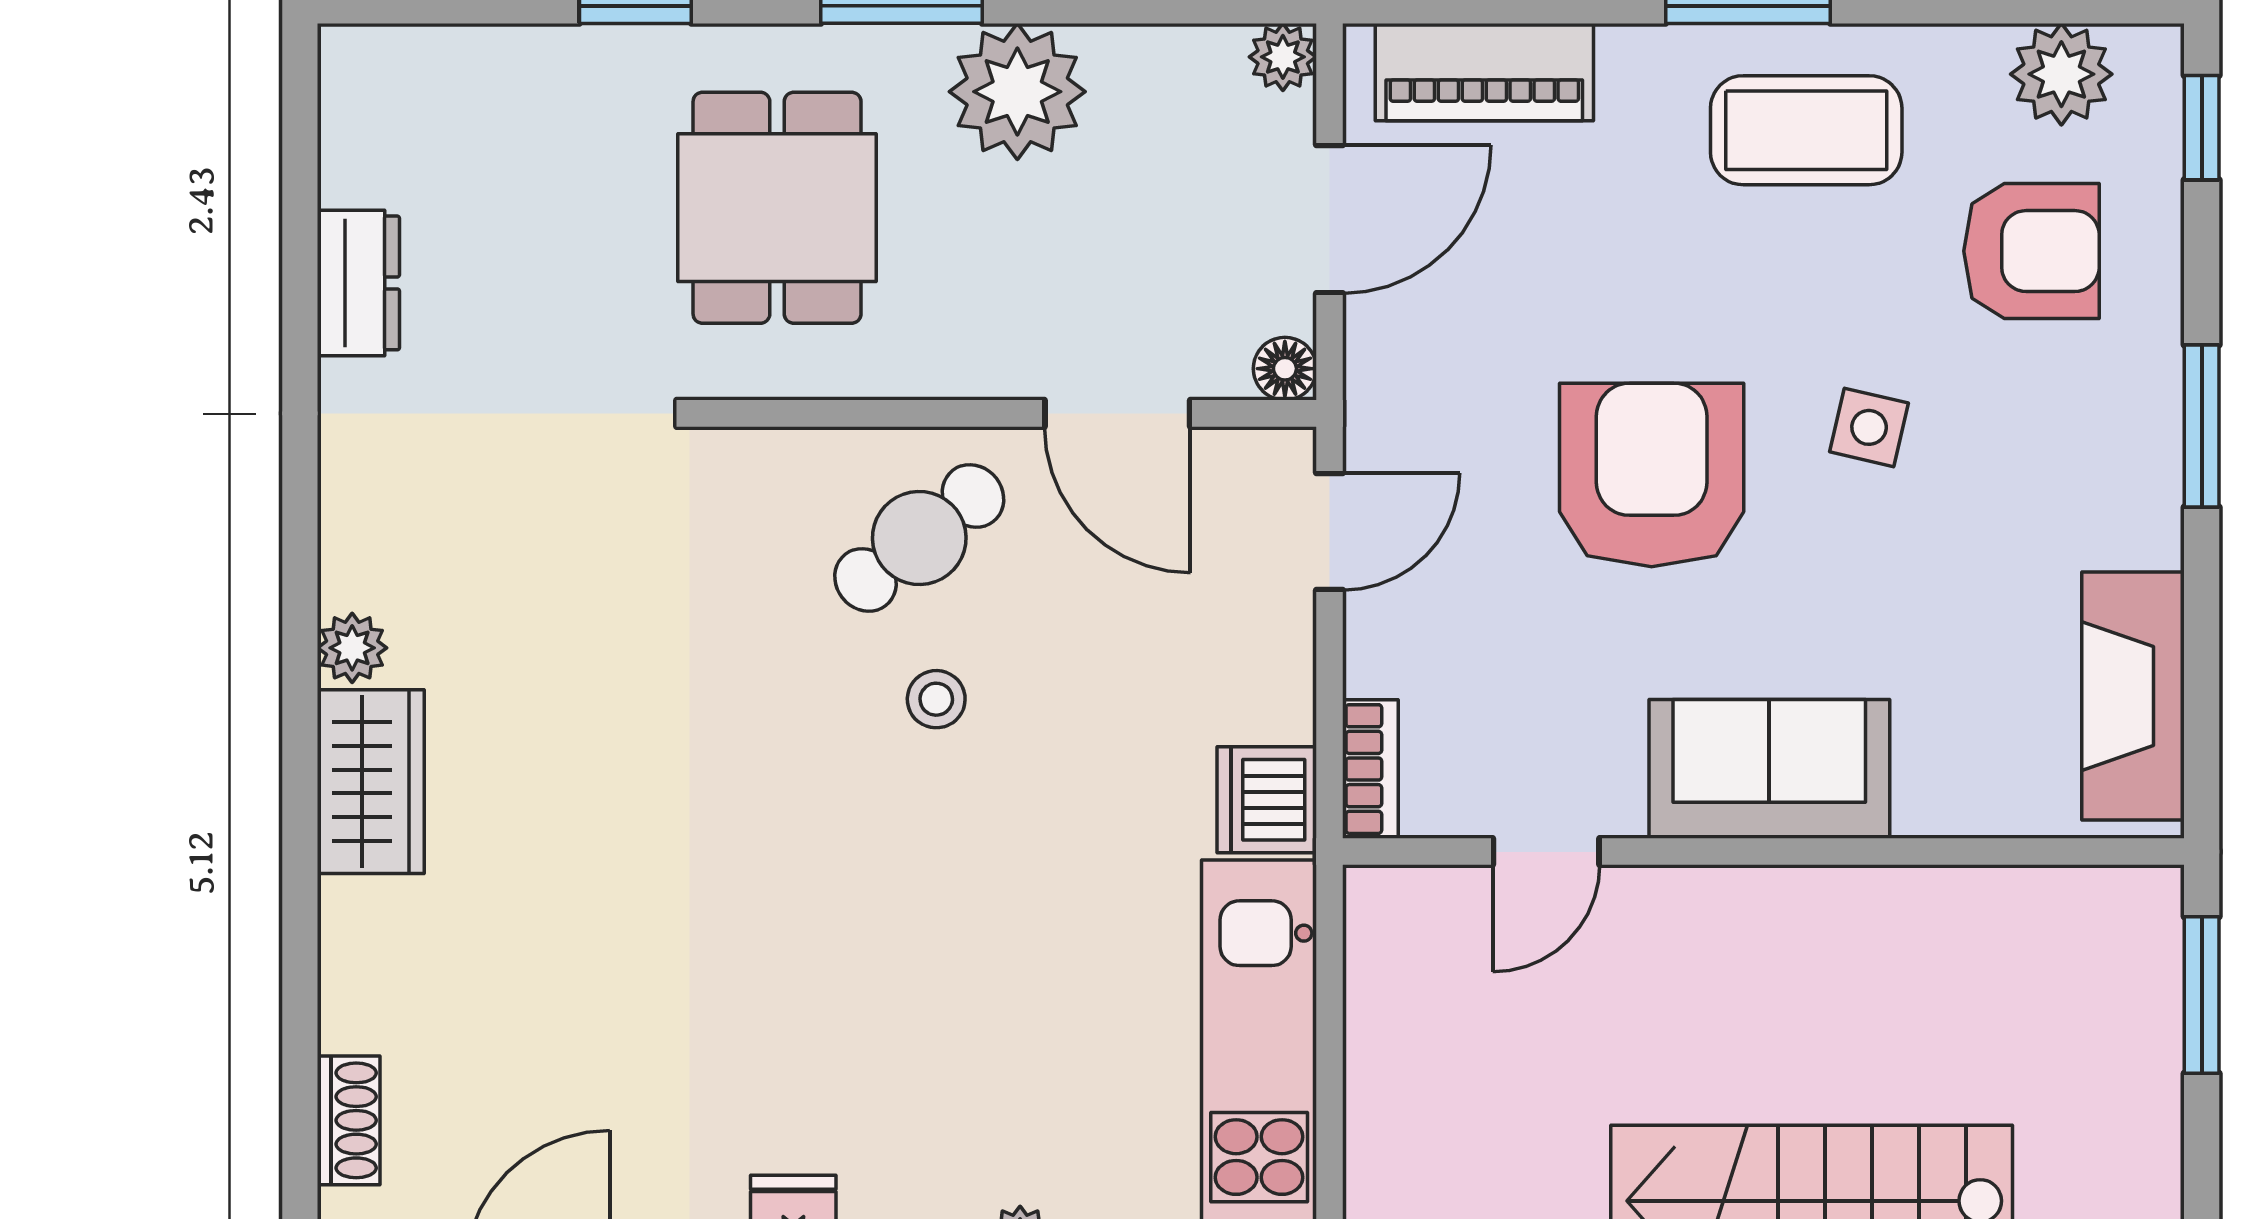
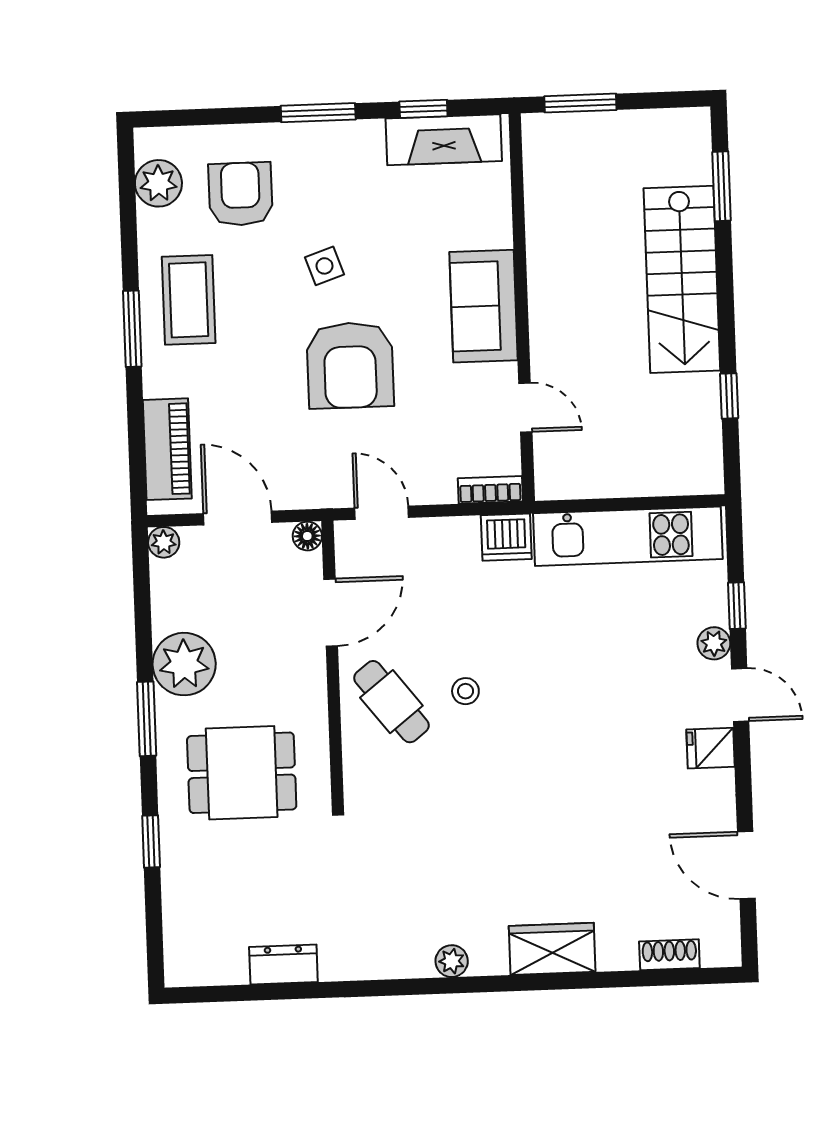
window: (2202, 128) -> (423, 109), moved
side table: (1869, 427) -> (324, 266), turned -32
armchair: (1652, 475) -> (350, 365), turned -90
wardrobe: (371, 782) -> (552, 949), moved

